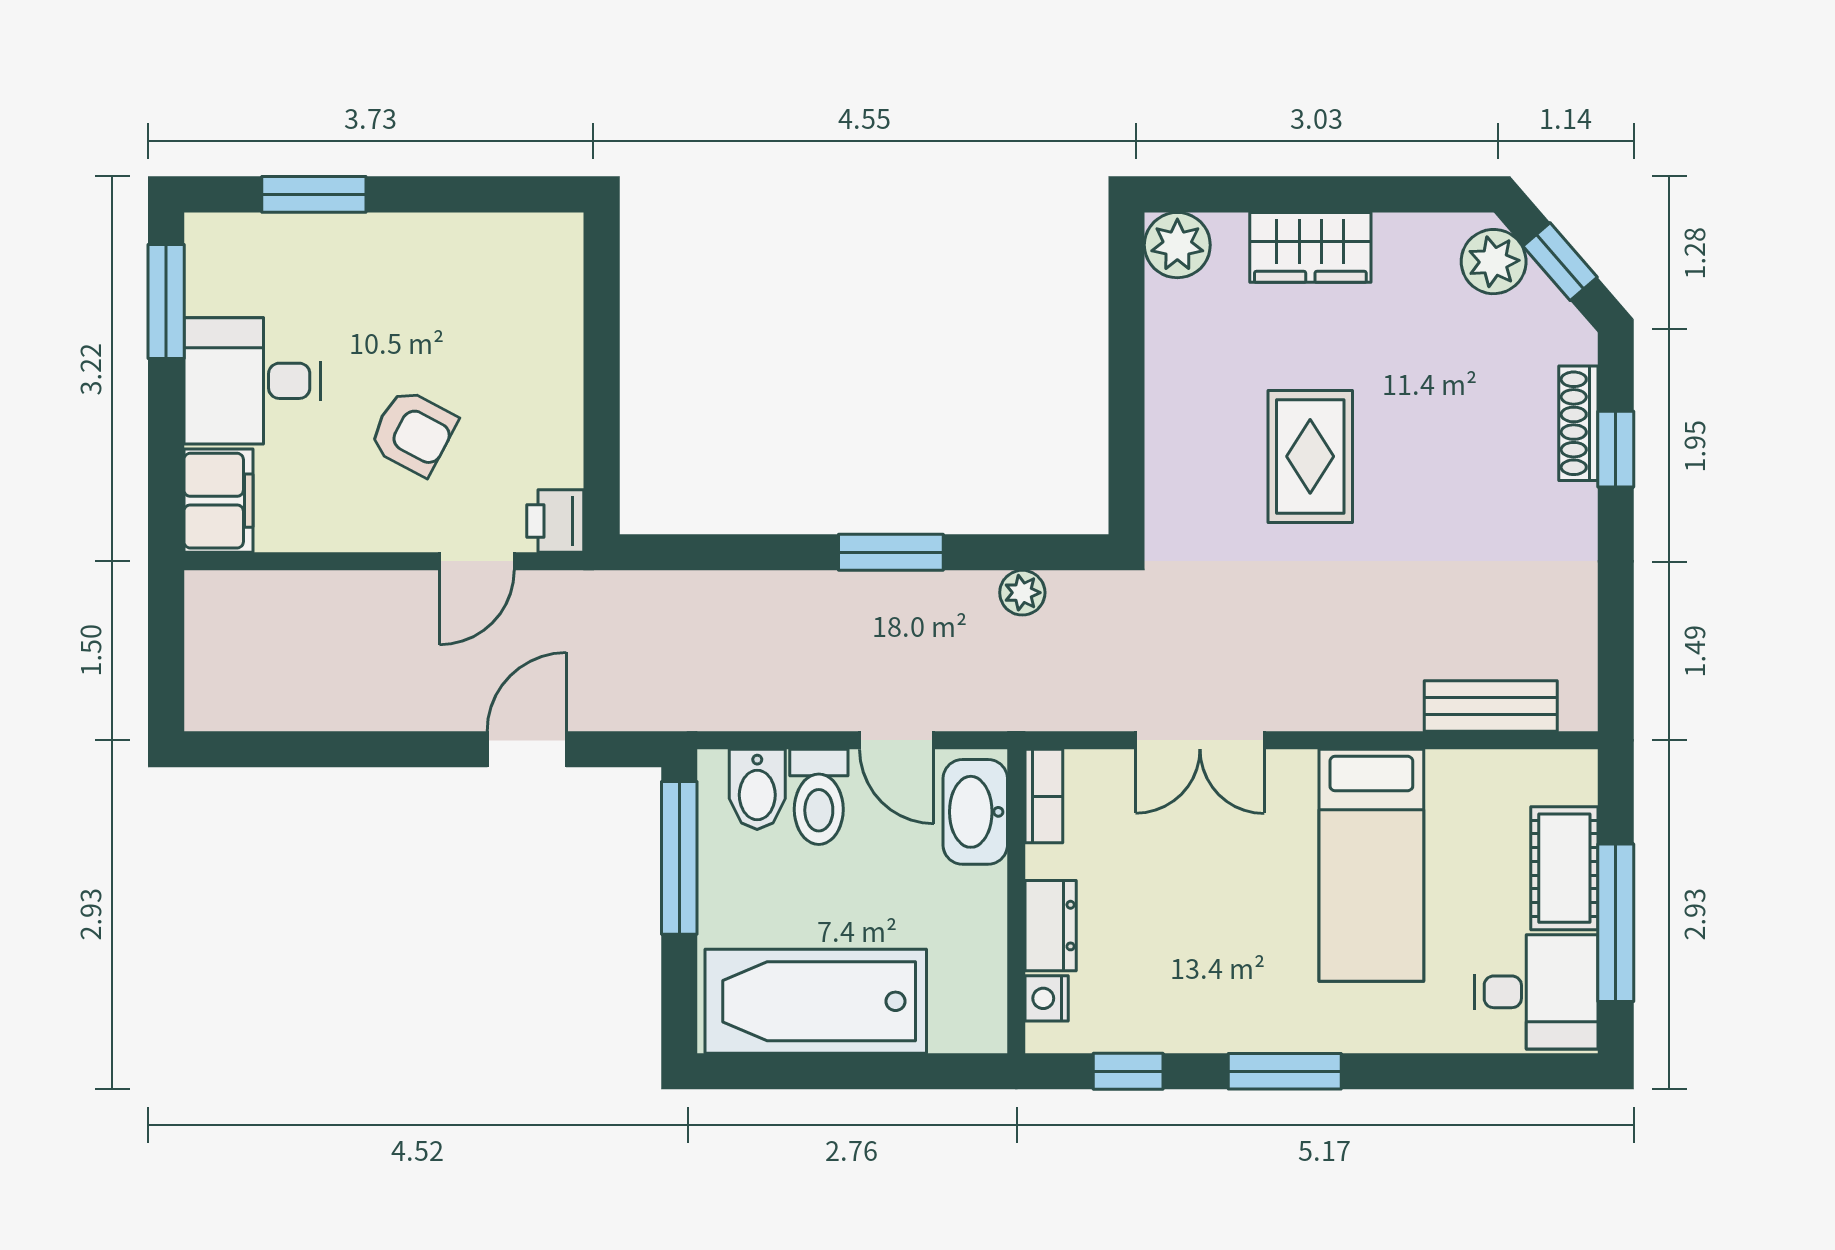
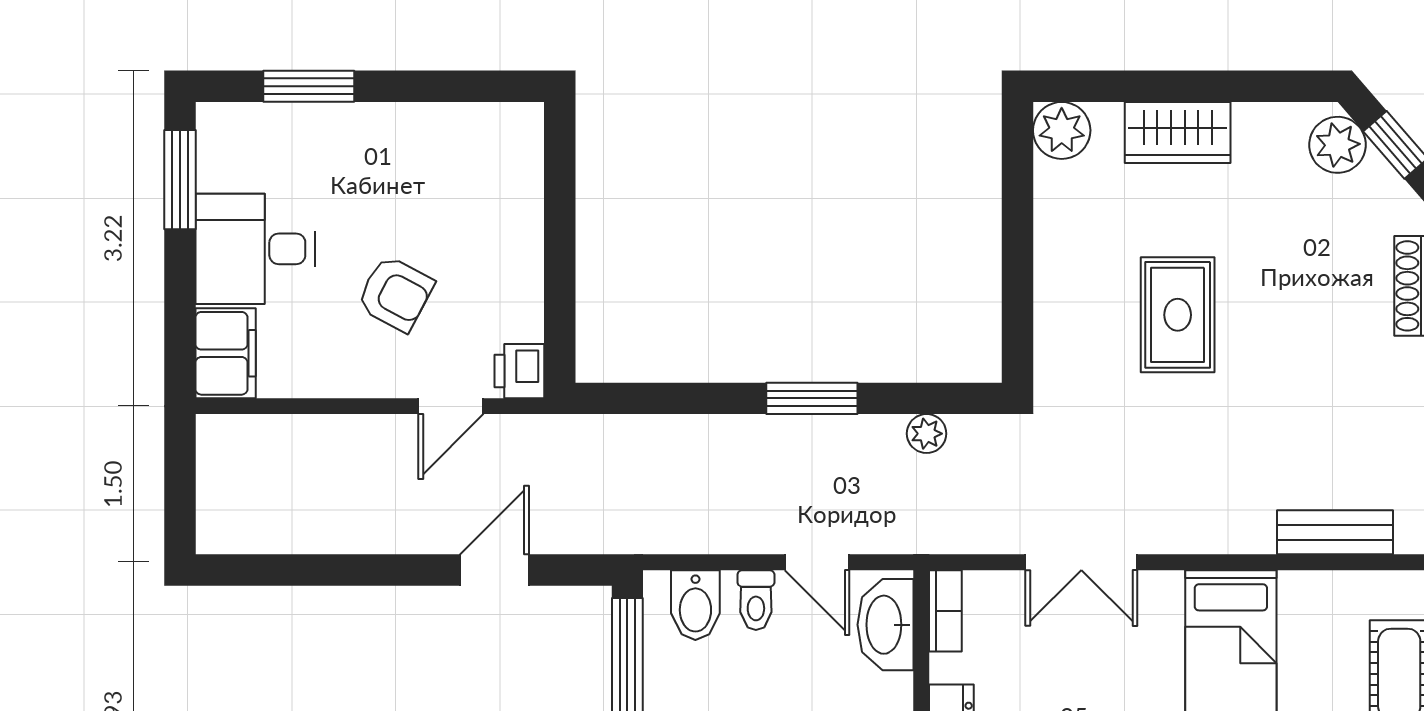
toilet: (819, 797) -> (756, 600), width x0.73, depth x0.72

